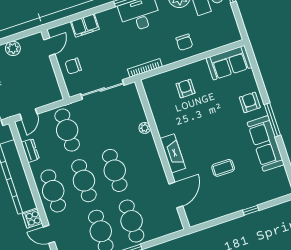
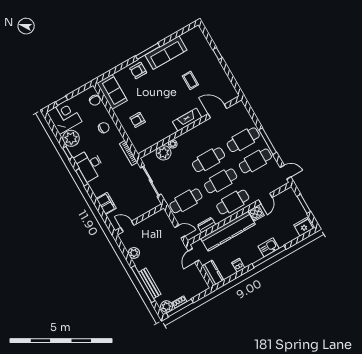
chair: (73, 66) -> (95, 100), moved
plant: (136, 114) -> (164, 153), added

